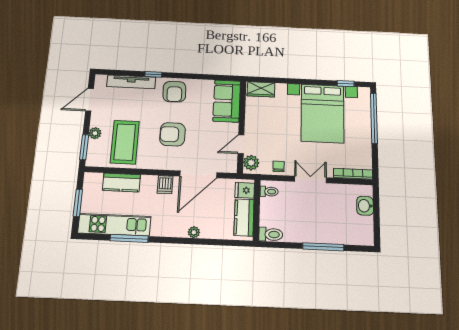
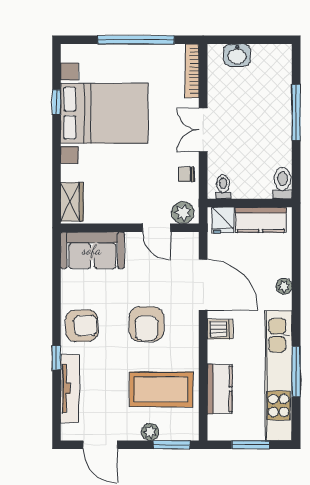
window: (346, 84) -> (56, 102), moved
window: (374, 118) -> (136, 40), moved
kitchen unit: (114, 225) -> (279, 376), width x1.36

